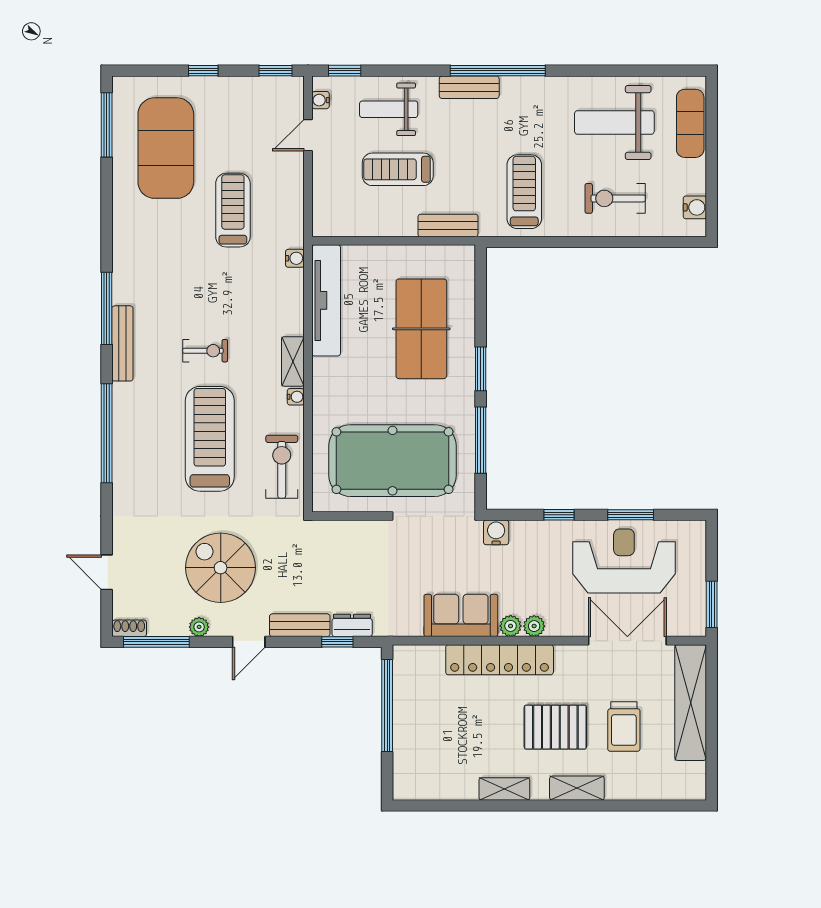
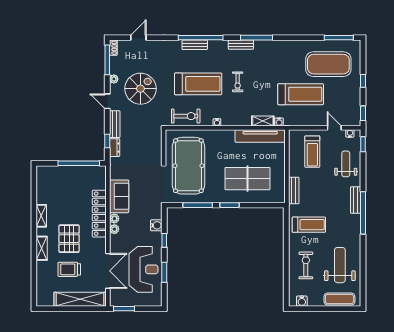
treadmill: (398, 169) -> (312, 152), moved, turned 180
treadmill: (233, 210) -> (301, 94), width x1.37, depth x1.38
bench: (122, 343) -> (241, 45), width x0.73
shelving: (293, 361) -> (263, 121), moved
bench: (123, 447) -> (195, 45), added
water cooler: (496, 532) -> (156, 225), moved

